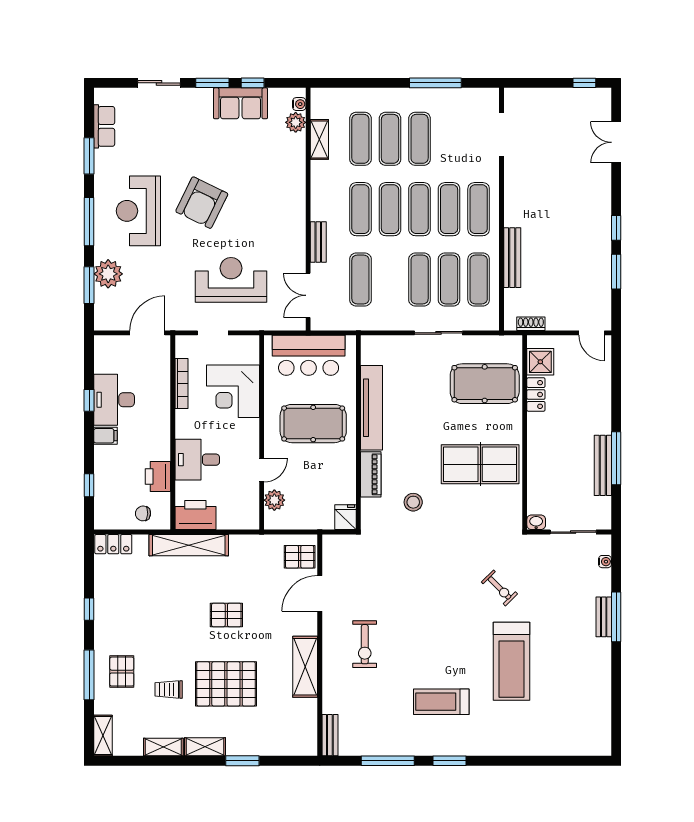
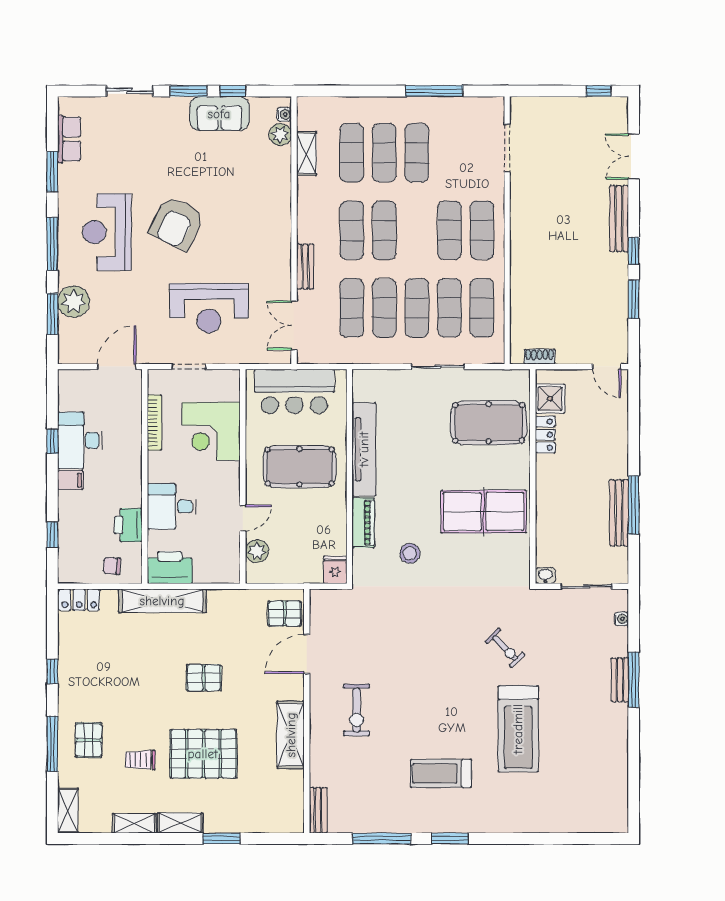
exercise mat: (420, 209) -> (384, 308), moved
bench: (512, 258) -> (619, 219), moved
reception desk: (231, 280) -> (209, 308), turned 180

